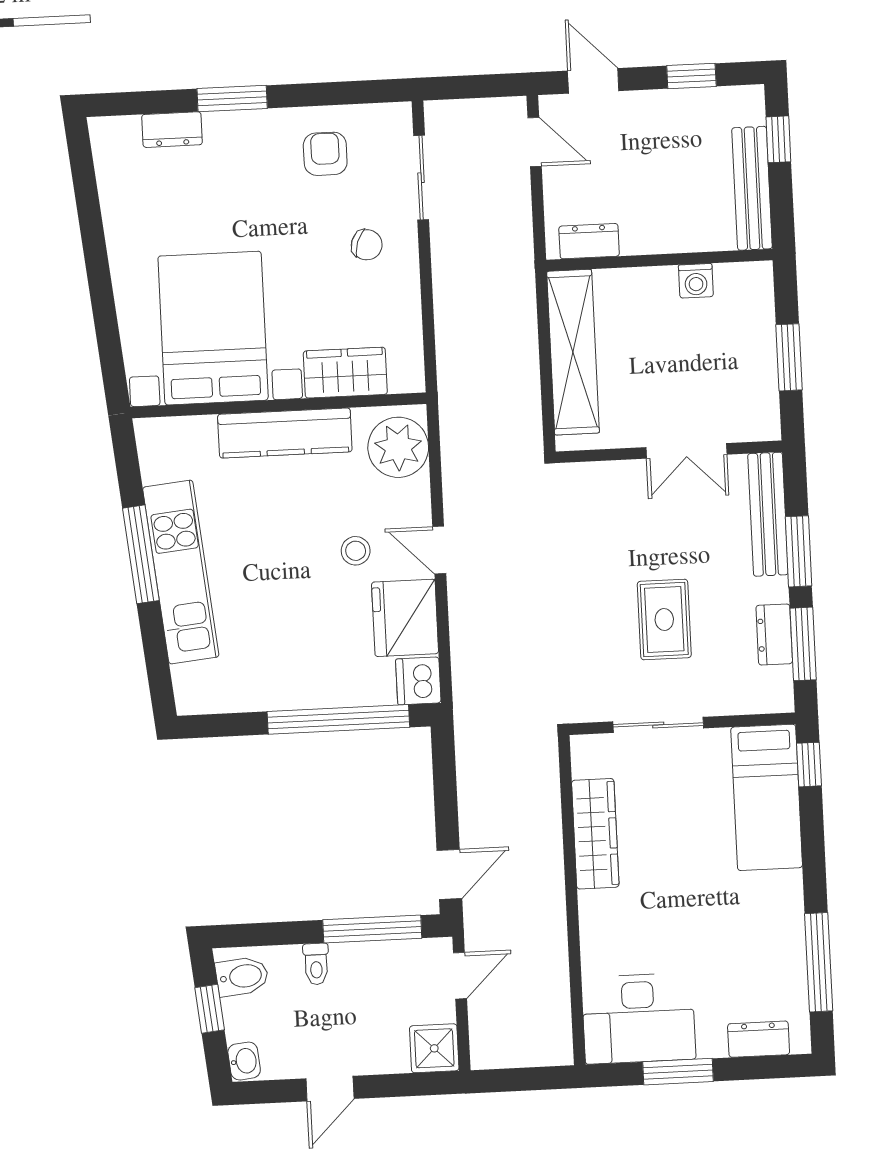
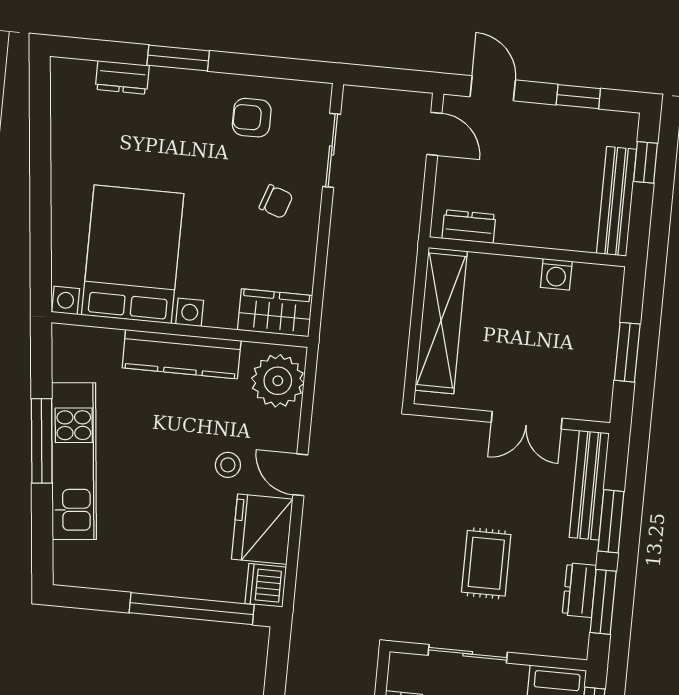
armchair: (325, 154) -> (252, 118), turned -90
wardrobe: (345, 373) -> (275, 313), moved

